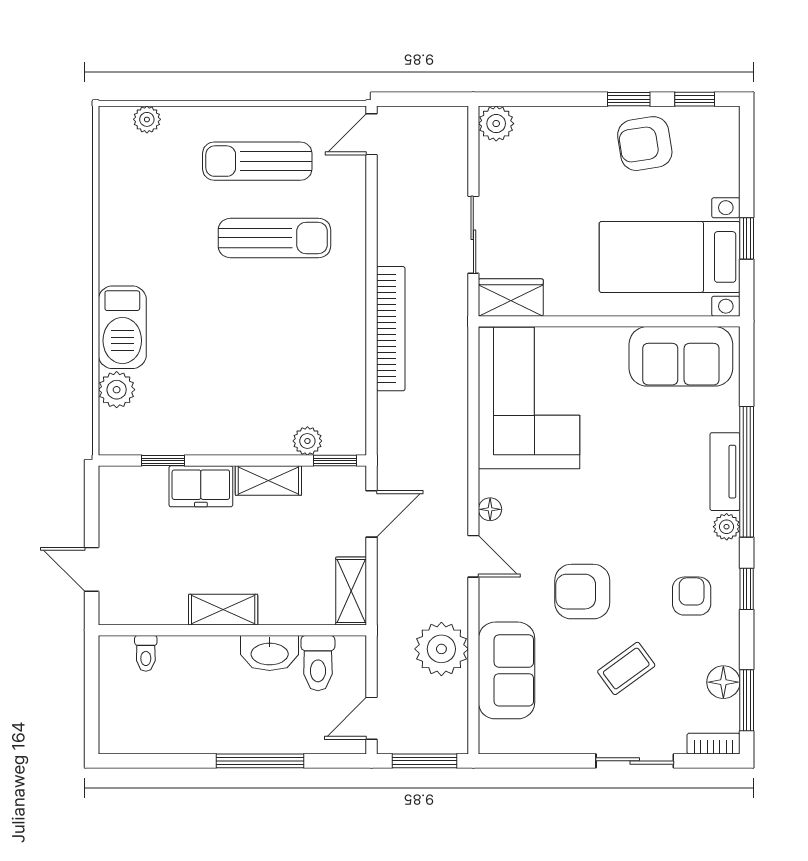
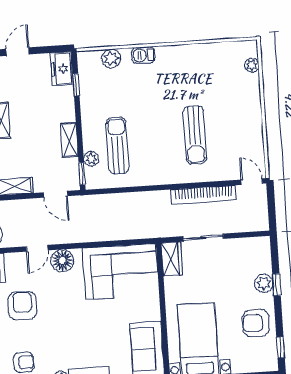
window: (629, 99) -> (277, 285), moved
plant: (496, 124) -> (264, 283), moved
armchair: (645, 144) -> (256, 323), turned -81
sun lounger: (257, 161) -> (117, 146), moved
barbecue: (122, 327) -> (143, 55), width x0.53, depth x0.65
bookcase: (391, 329) -> (204, 195), moved
freezer: (201, 486) -> (62, 69), moved
floor lamp: (490, 509) -> (62, 261), width x1.89, depth x1.89

